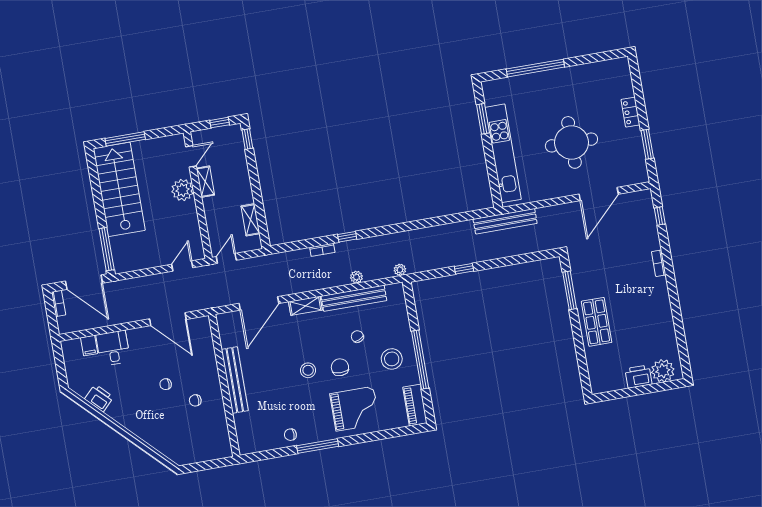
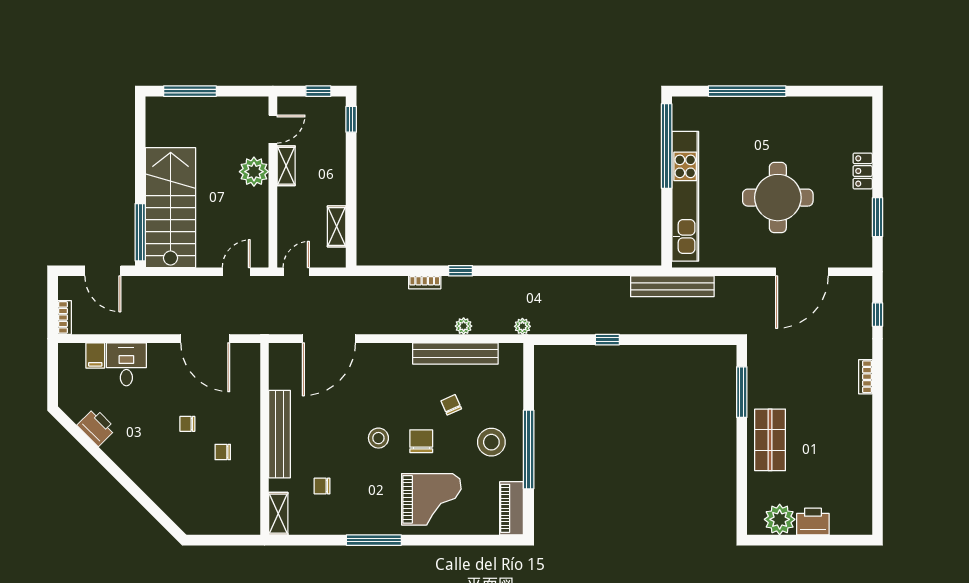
window: (483, 119) -> (667, 146), width x2.11
stairs: (119, 189) -> (171, 208), moved
door: (84, 282) -> (103, 271), width x0.73
bookcase: (59, 303) -> (65, 317), moved
shelving: (305, 306) -> (278, 514), moved, turned 90
plant: (663, 371) -> (780, 519), moved
chair: (290, 435) -> (322, 486), moved

